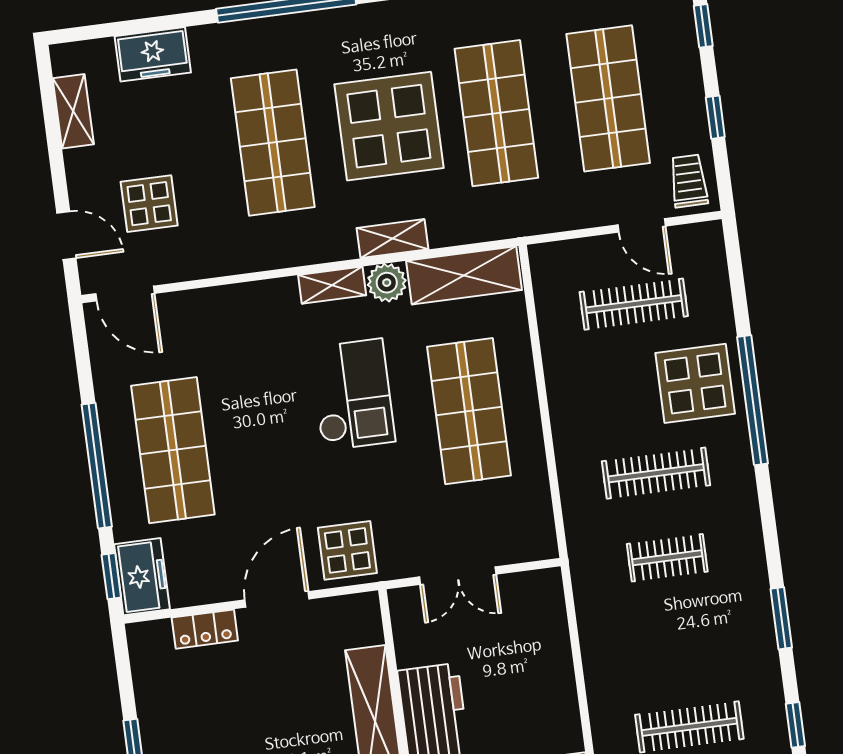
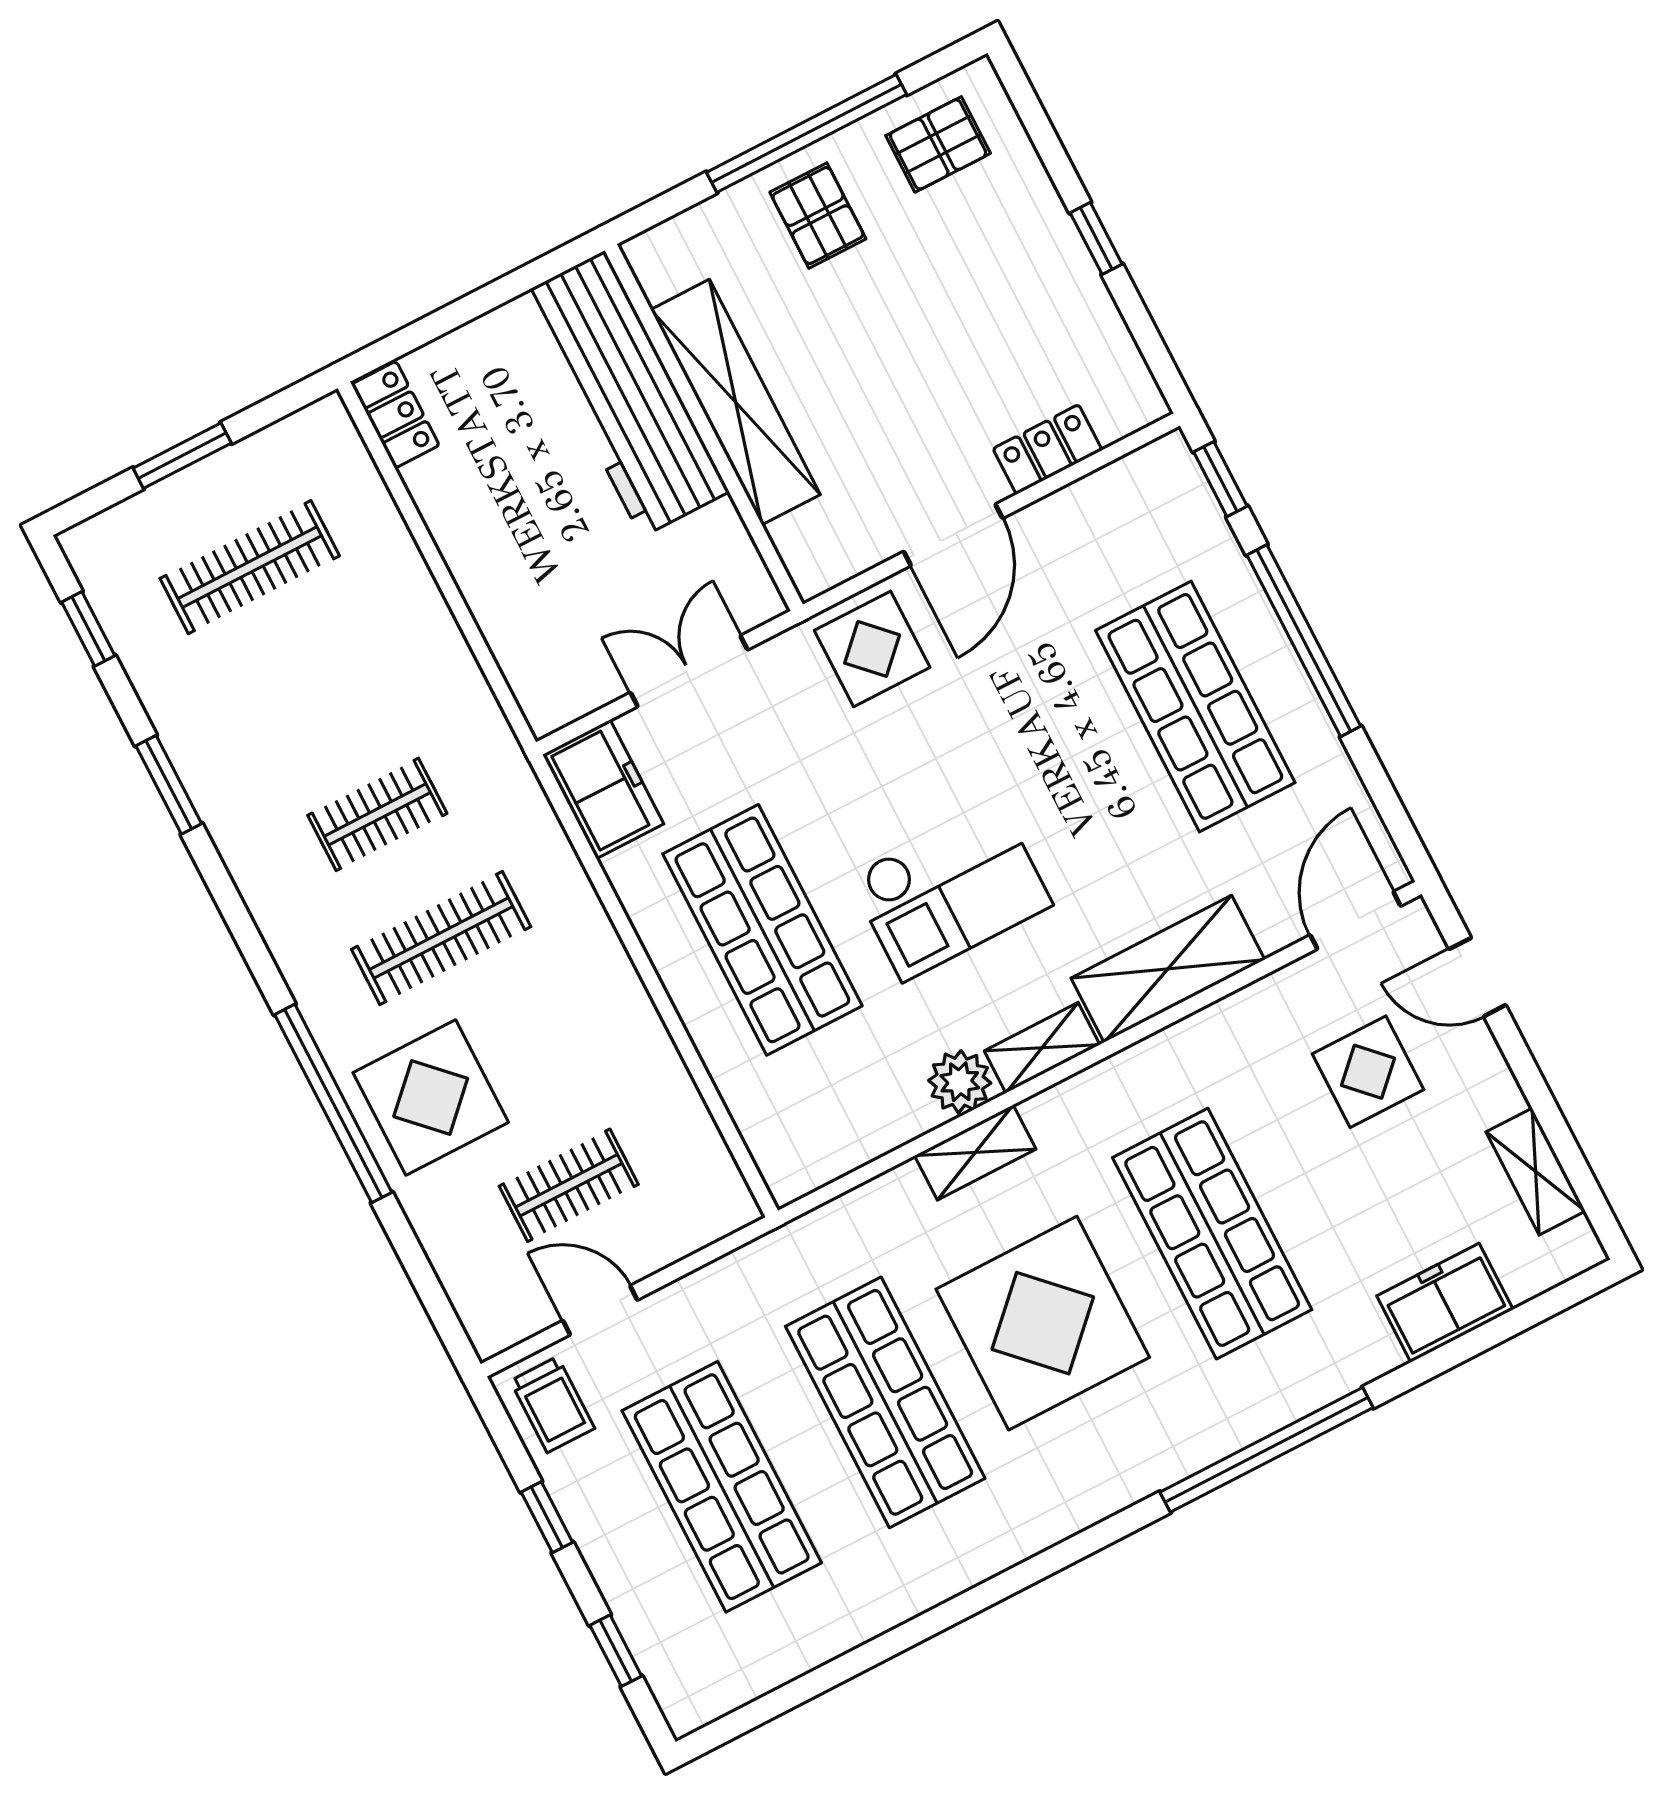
shelving: (464, 275) -> (1168, 969), moved
door: (125, 293) -> (1355, 920), hinge flipped
clothes rail: (634, 304) -> (569, 1185), width x0.73
checkout: (352, 395) -> (950, 891), turned -90
freezer: (142, 577) -> (603, 789), moved, turned 180

